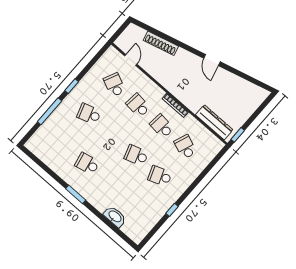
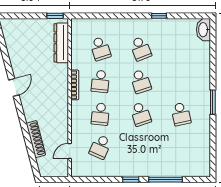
school desk: (89, 114) -> (141, 114), moved
school desk: (185, 147) -> (100, 49), turned -39
washbasin: (115, 217) -> (203, 30), moved

